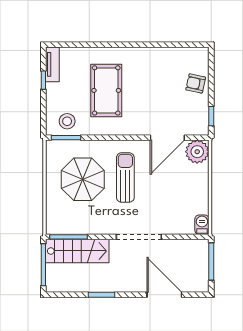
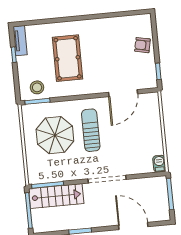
plant: (197, 152) -> (149, 103), removed

